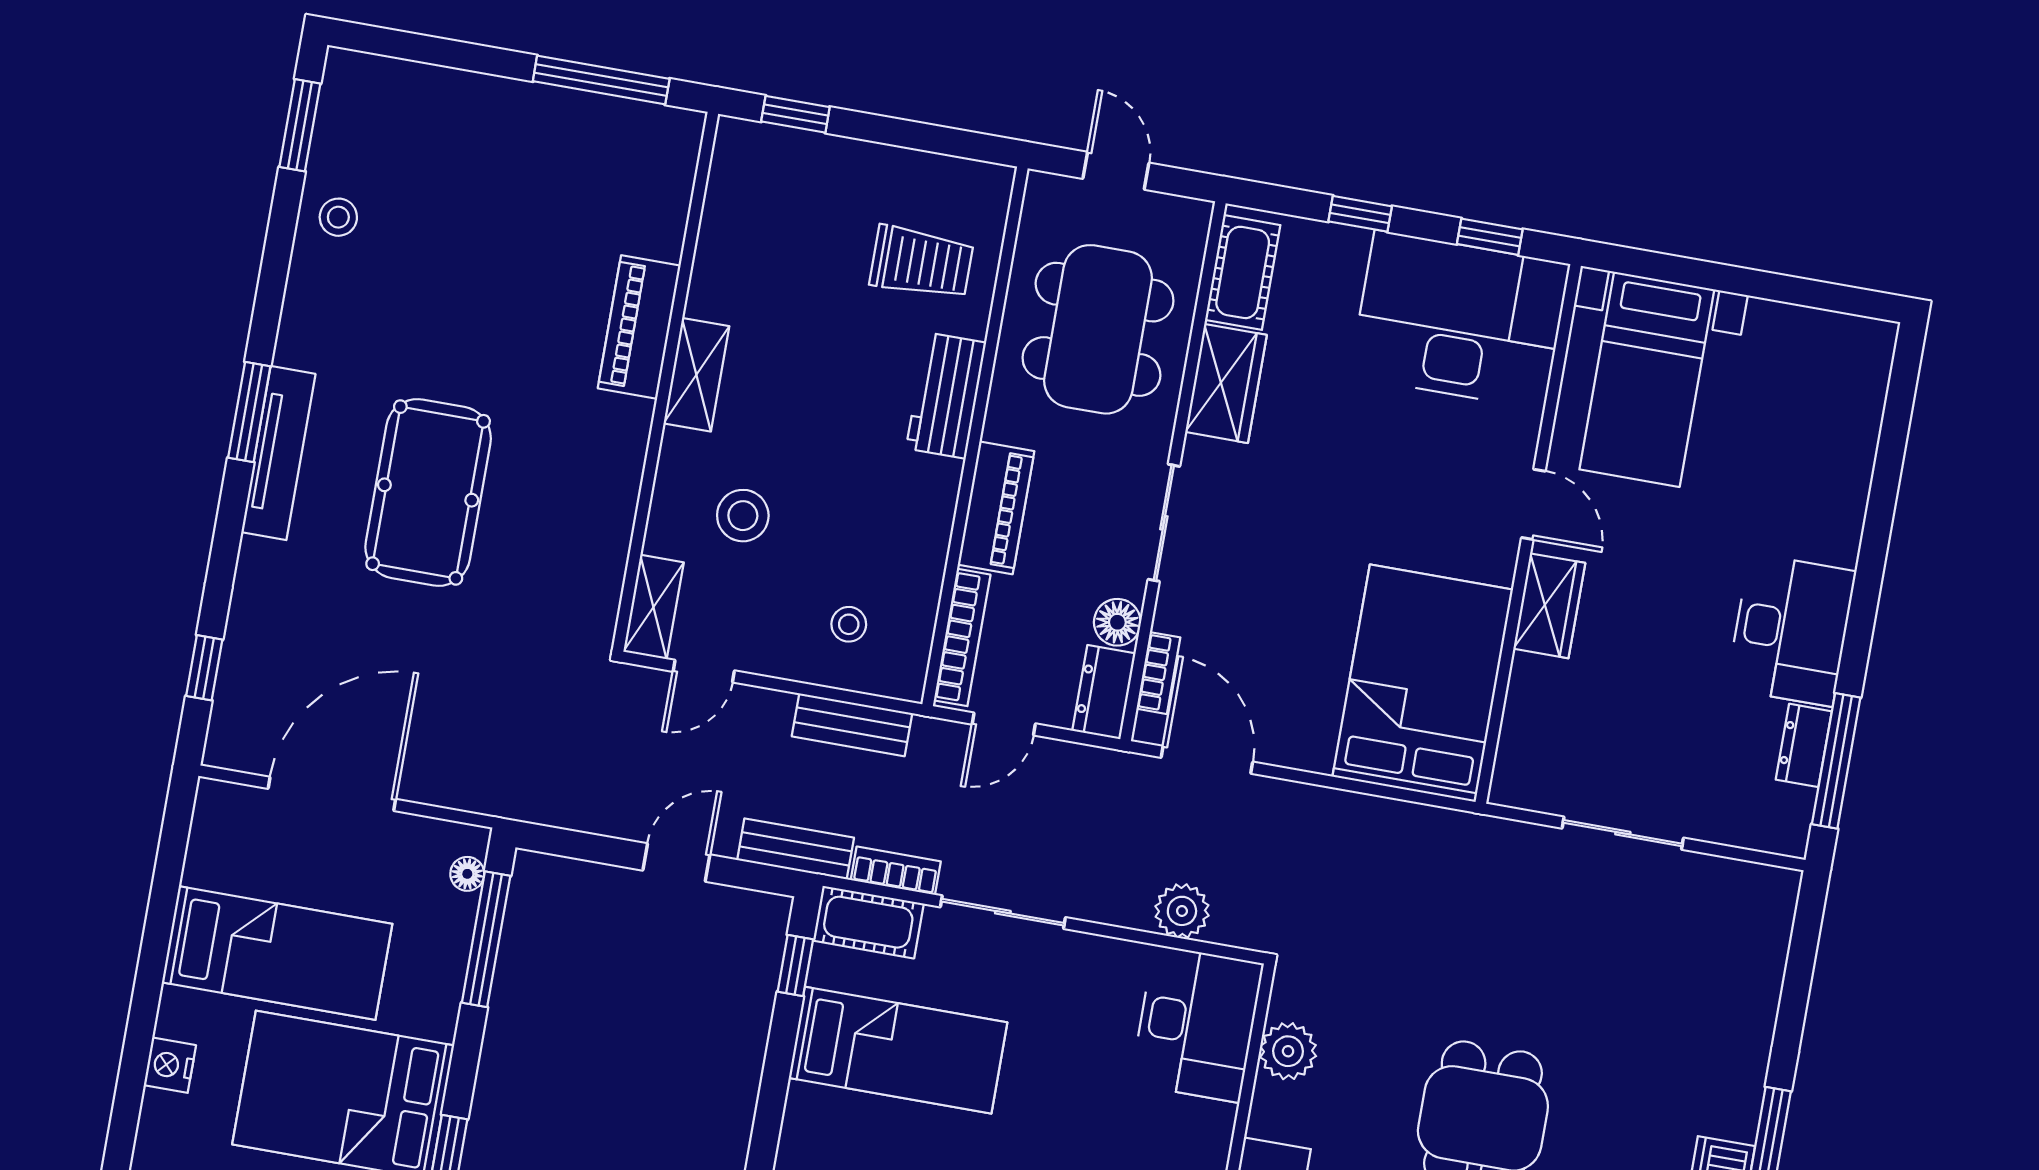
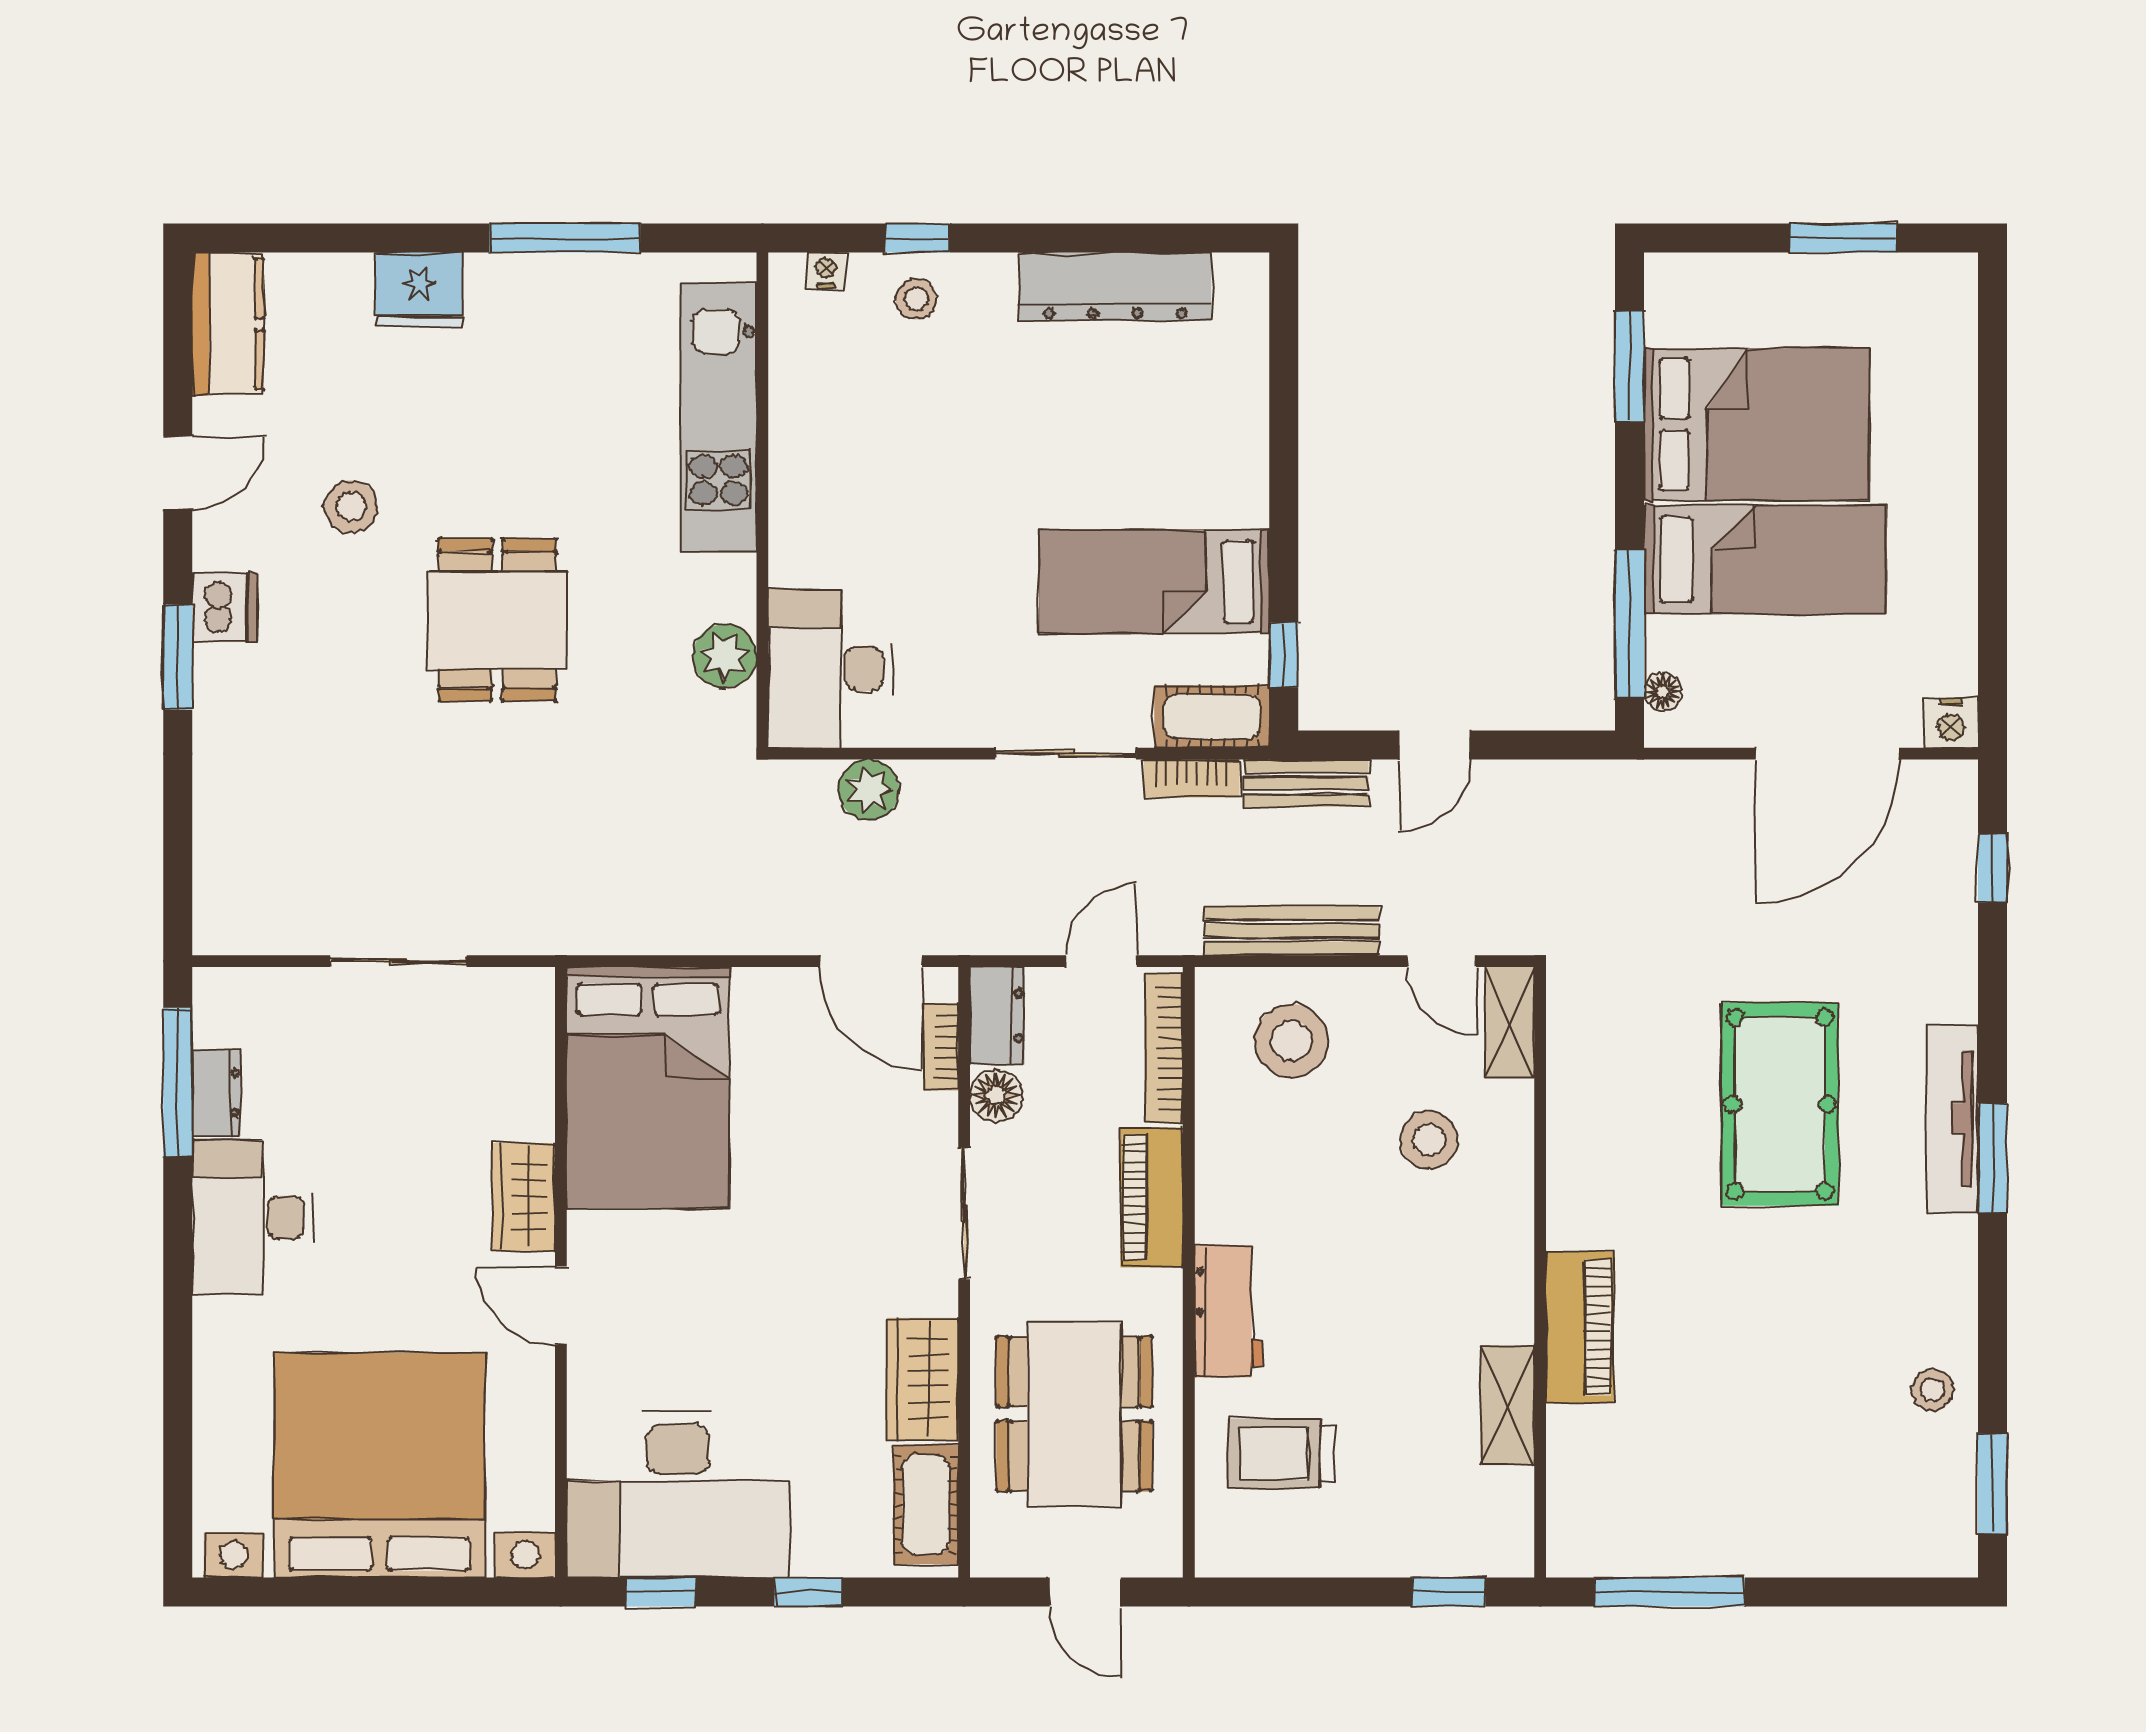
shelving: (696, 375) -> (1507, 1405), moved
bed with nightstands: (1647, 379) -> (379, 1465), width x1.85
stool: (849, 624) -> (1291, 1041), width x1.89, depth x1.89
door: (704, 671) -> (1442, 961), swing flipped
bench: (852, 725) -> (1292, 931), width x1.36
bed: (277, 953) -> (1765, 560), moved, turned 180
nightstand: (170, 1065) -> (1951, 723), moved, turned 90

